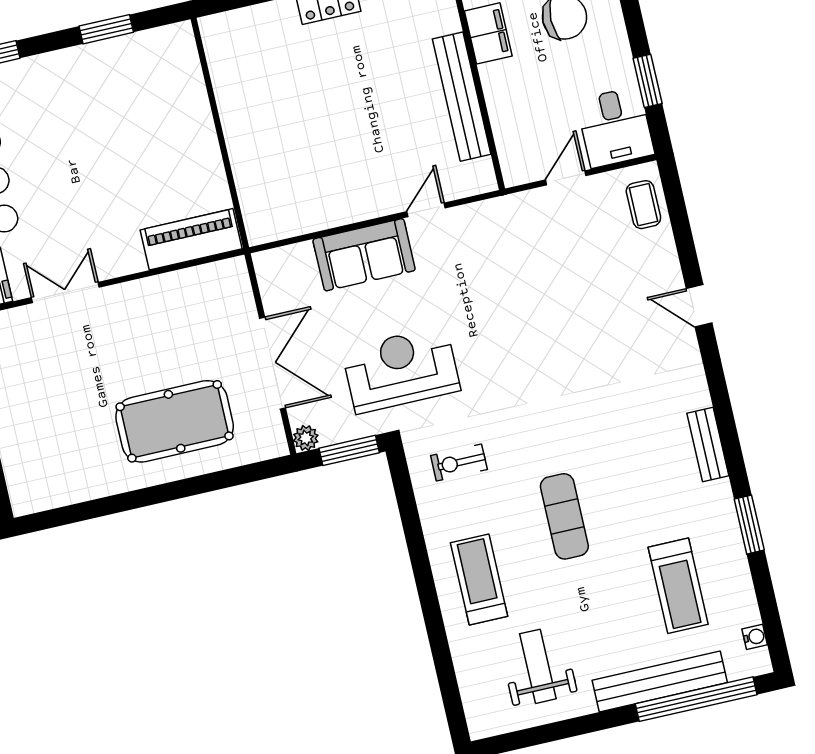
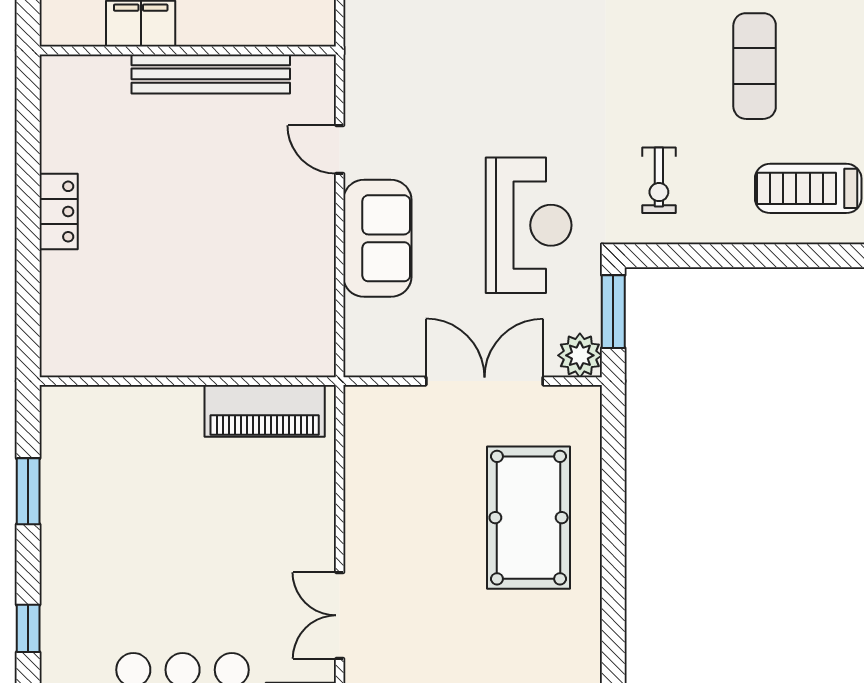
piano: (191, 239) -> (265, 411), moved, turned -90
reception desk: (401, 370) -> (529, 225), turned 180
plant: (306, 438) -> (580, 355), width x1.38, depth x1.38
exercise mat: (564, 516) -> (755, 66), turned 90

